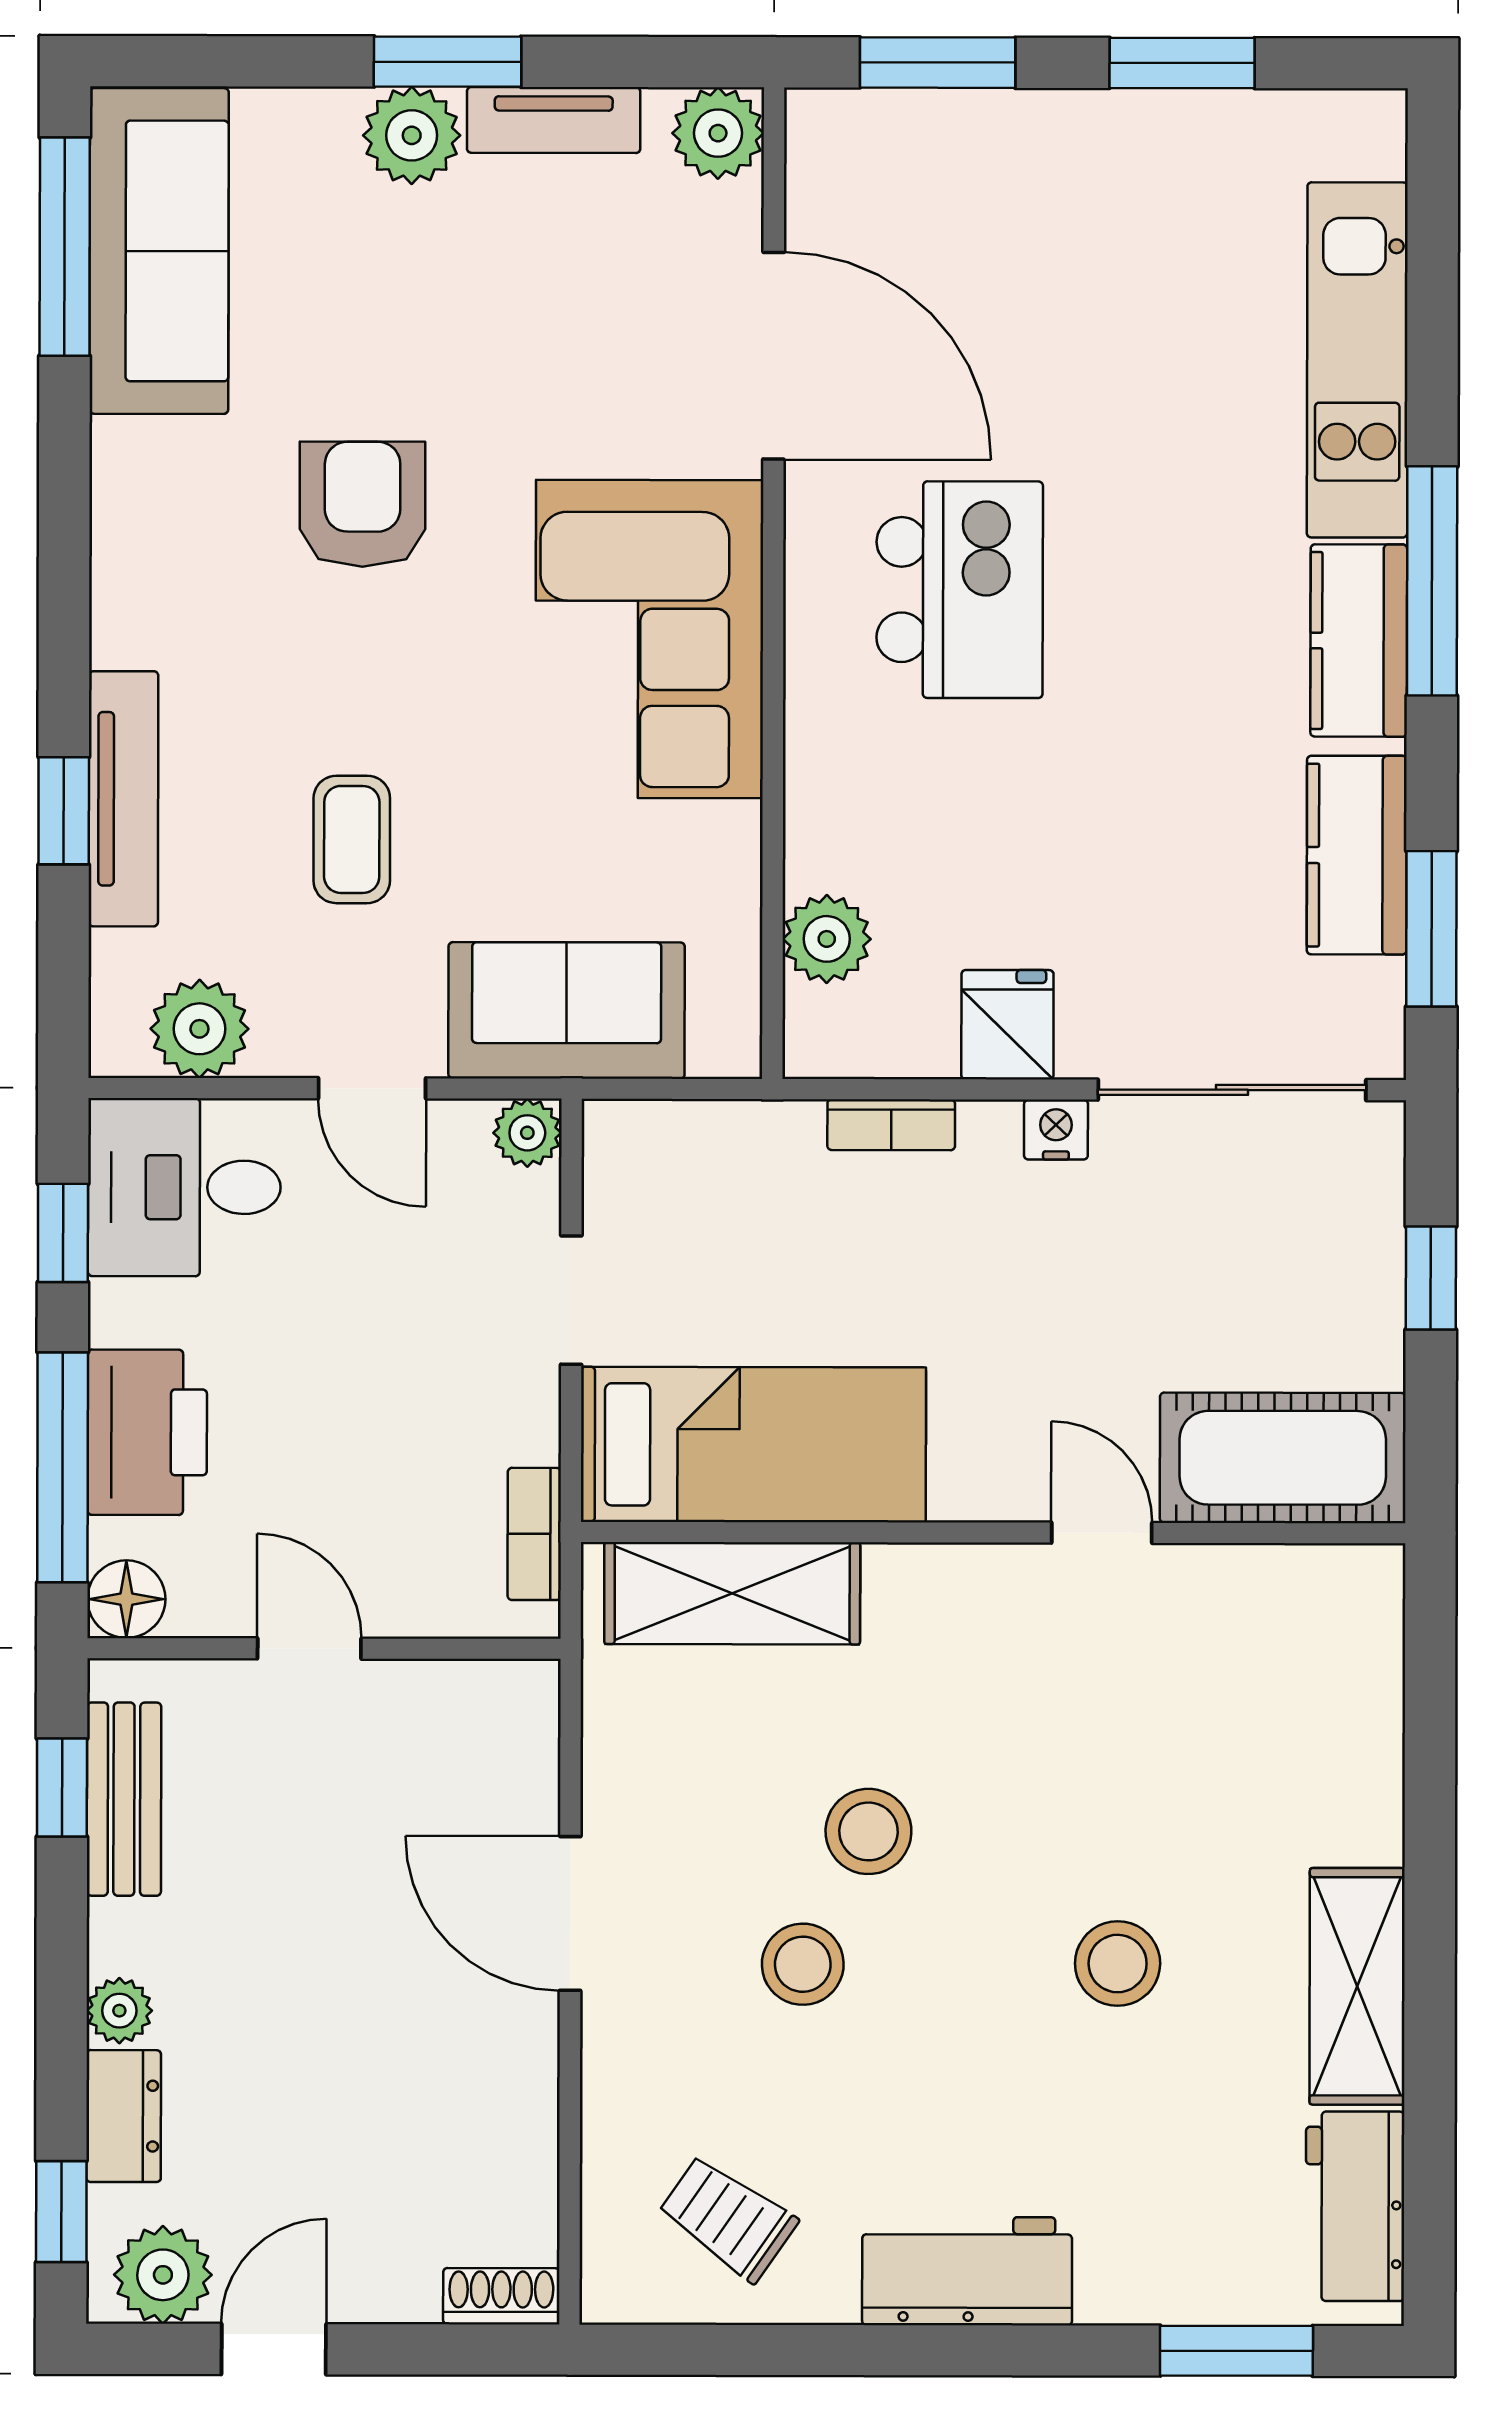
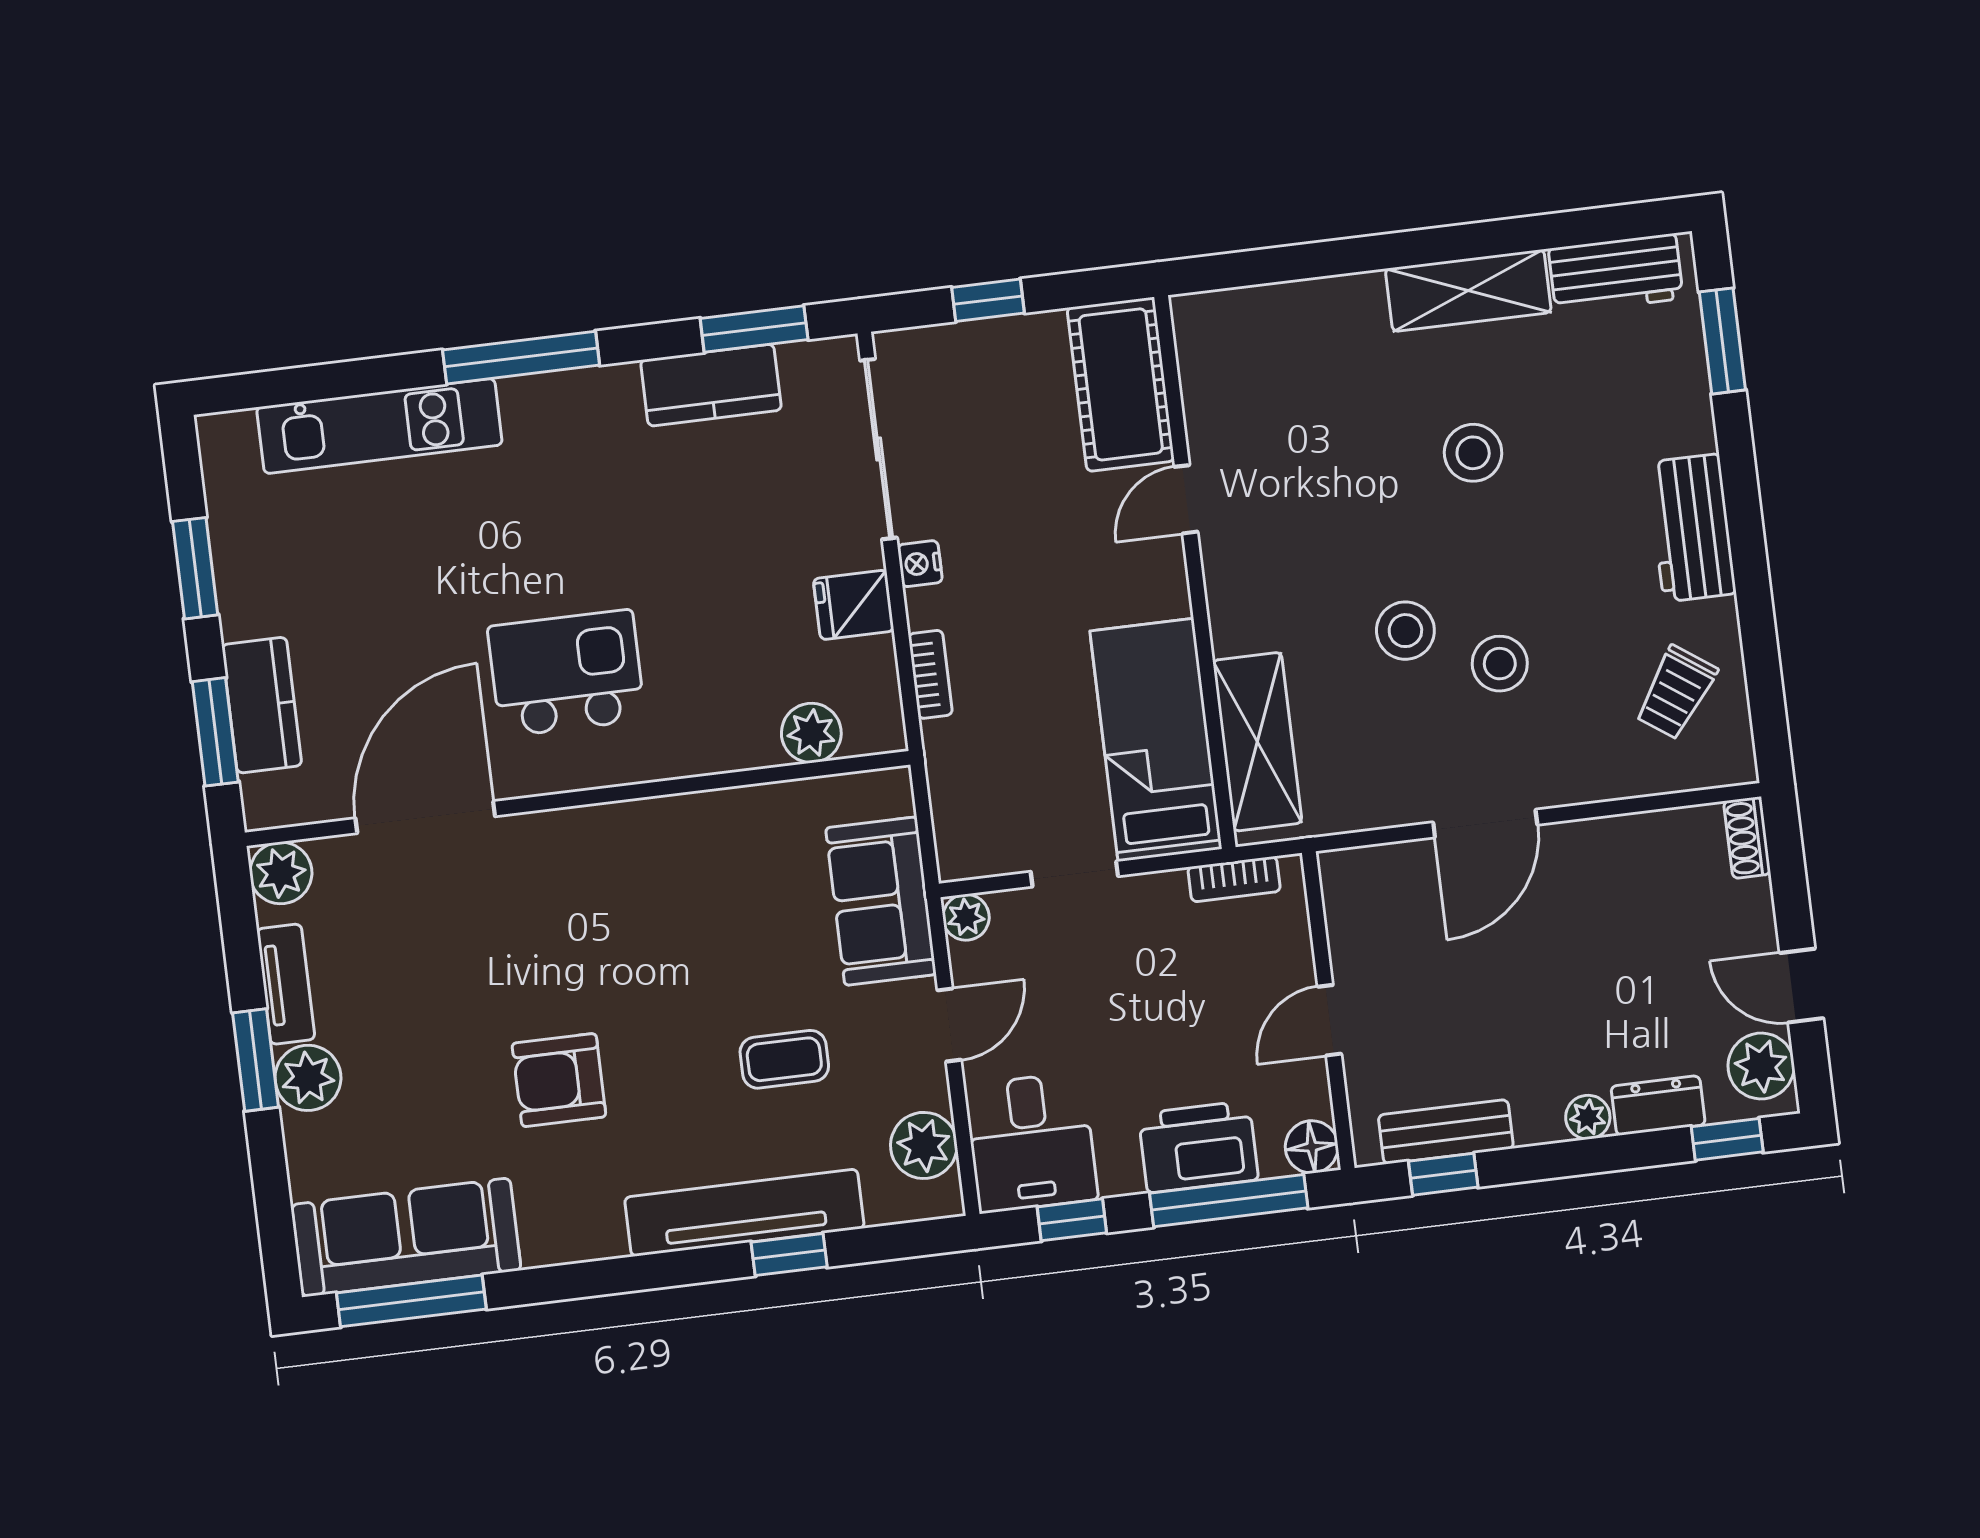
corner sofa: (649, 639) -> (625, 877), removed
kitchen counter: (1359, 641) -> (262, 705), moved, turned -90
tv unit: (123, 799) -> (744, 1213), width x1.36, depth x1.29

